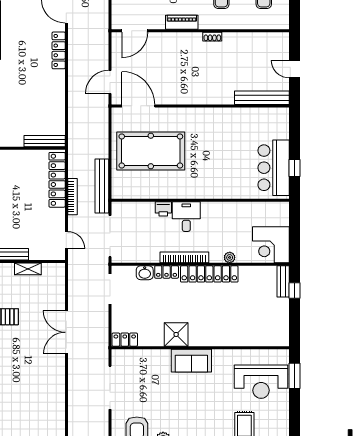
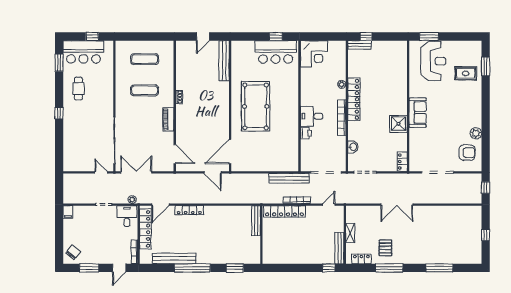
pool table: (151, 151) -> (256, 106), moved
corner desk: (271, 245) -> (314, 54), moved
locker: (167, 272) -> (352, 131), removed

